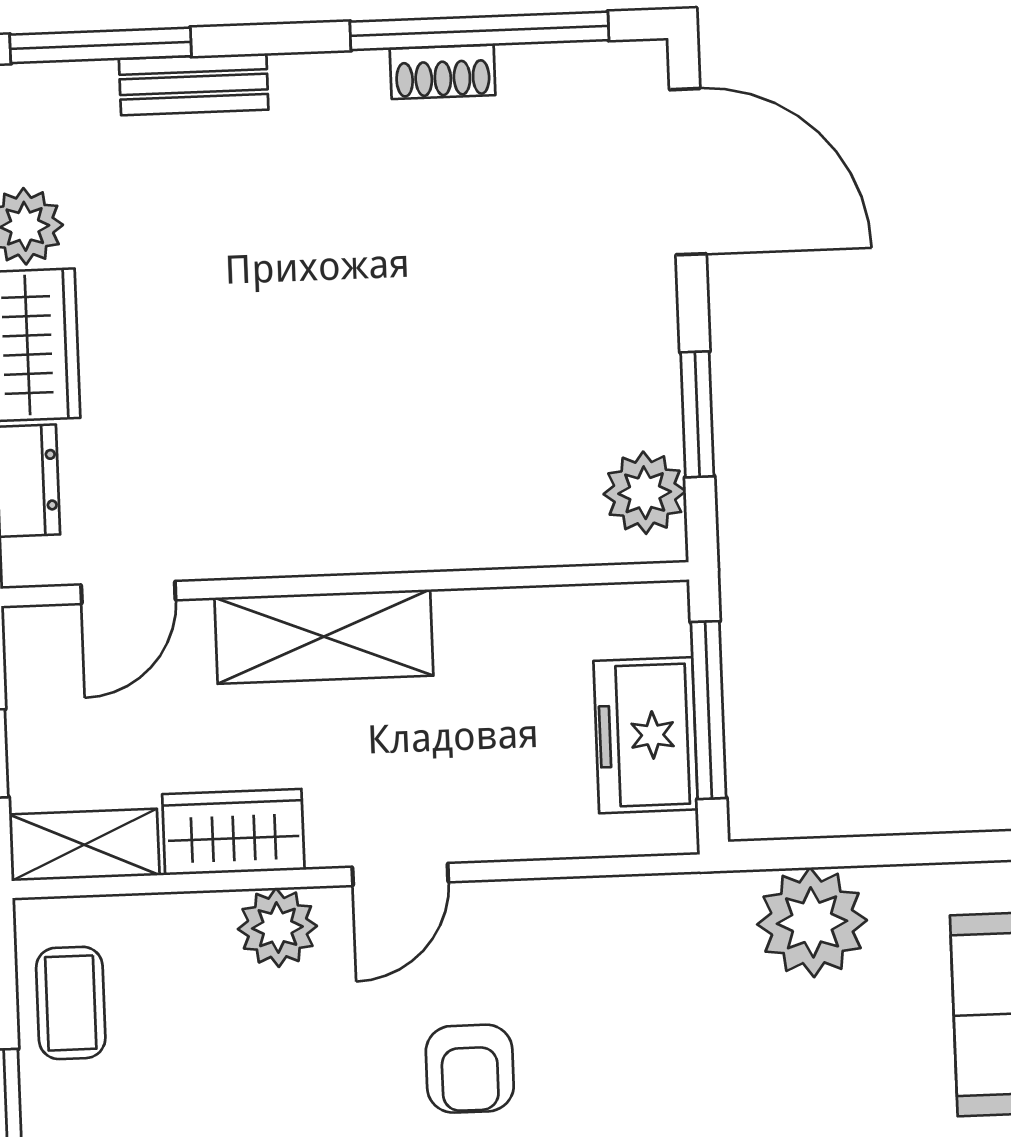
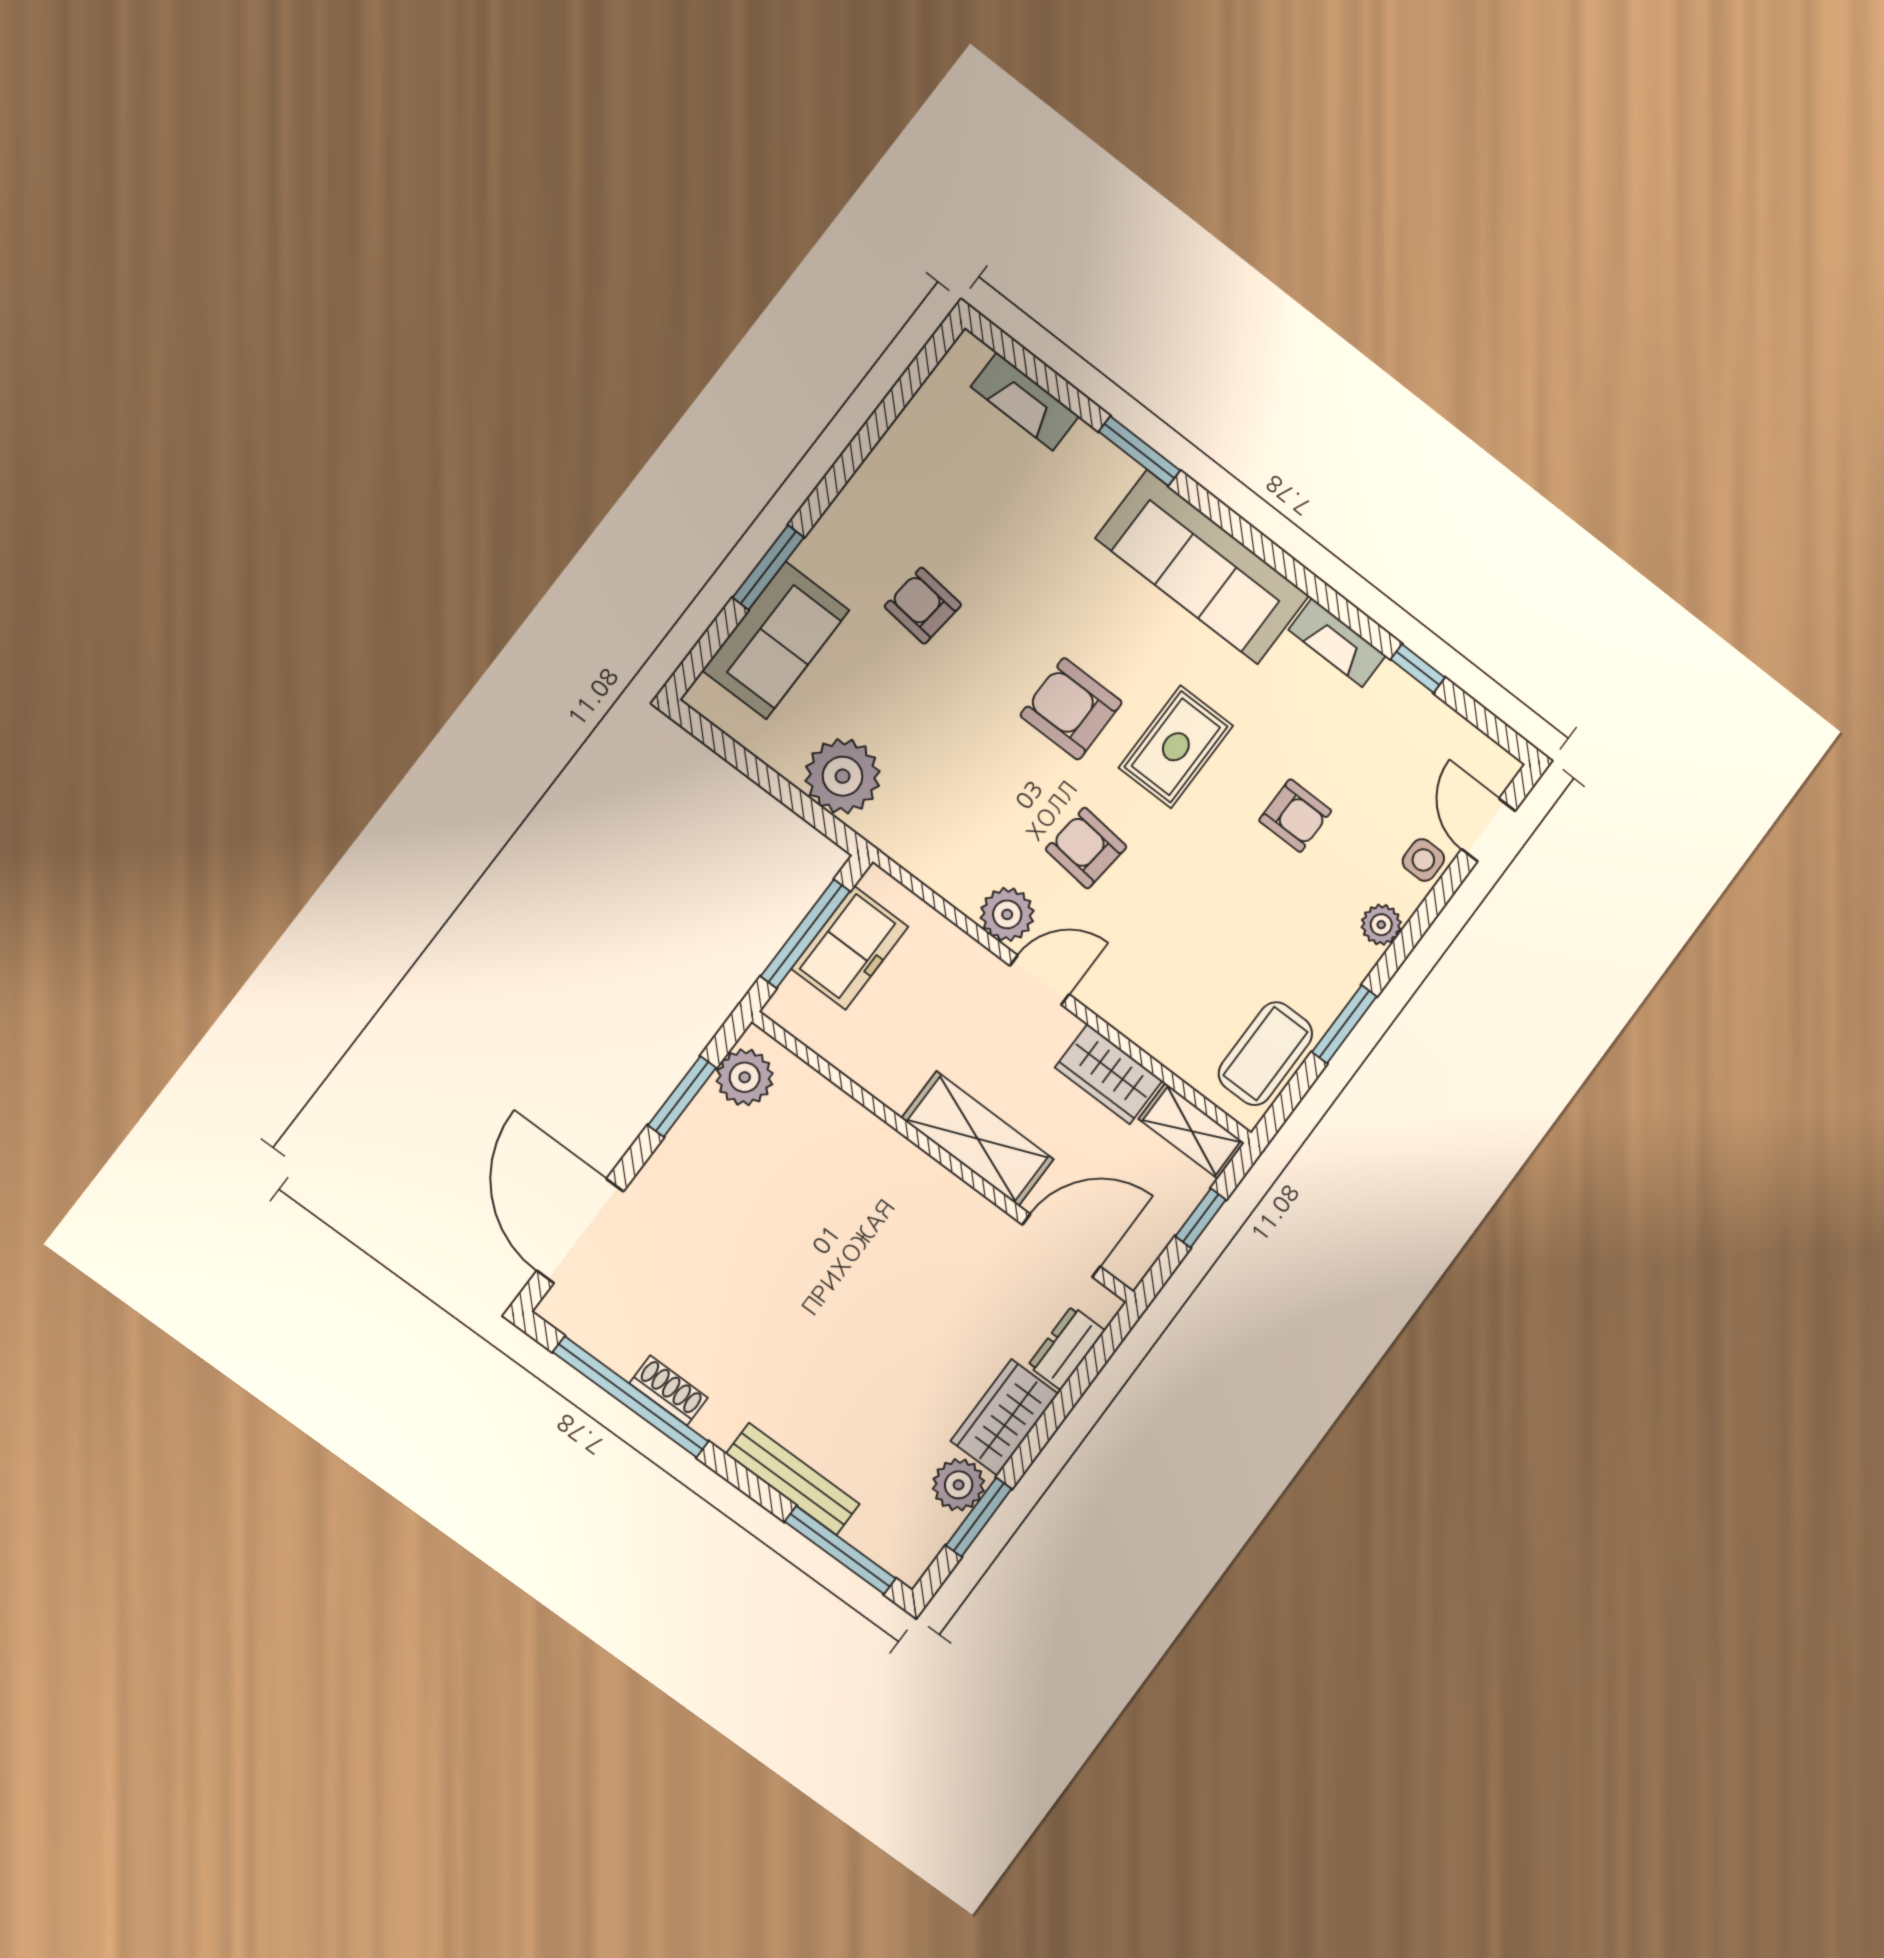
bench: (194, 84) -> (793, 1479), width x1.36
door: (128, 592) -> (1061, 1246), width x1.38
plant: (277, 927) -> (1007, 914), moved
coffee table: (71, 1003) -> (1265, 1054), width x1.36, depth x1.30
armchair: (470, 1069) -> (1086, 848), turned -84

